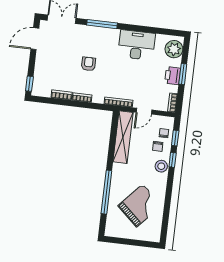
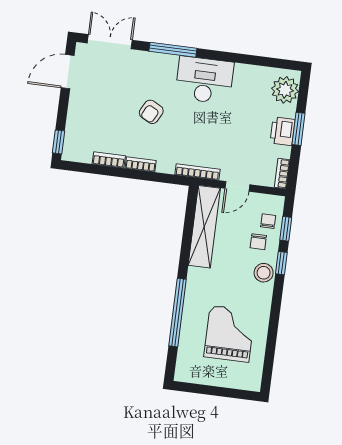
desk: (137, 45) -> (204, 80), moved
armchair: (89, 64) -> (151, 112), turned -152
grand piano: (140, 205) -> (229, 334), turned -42

